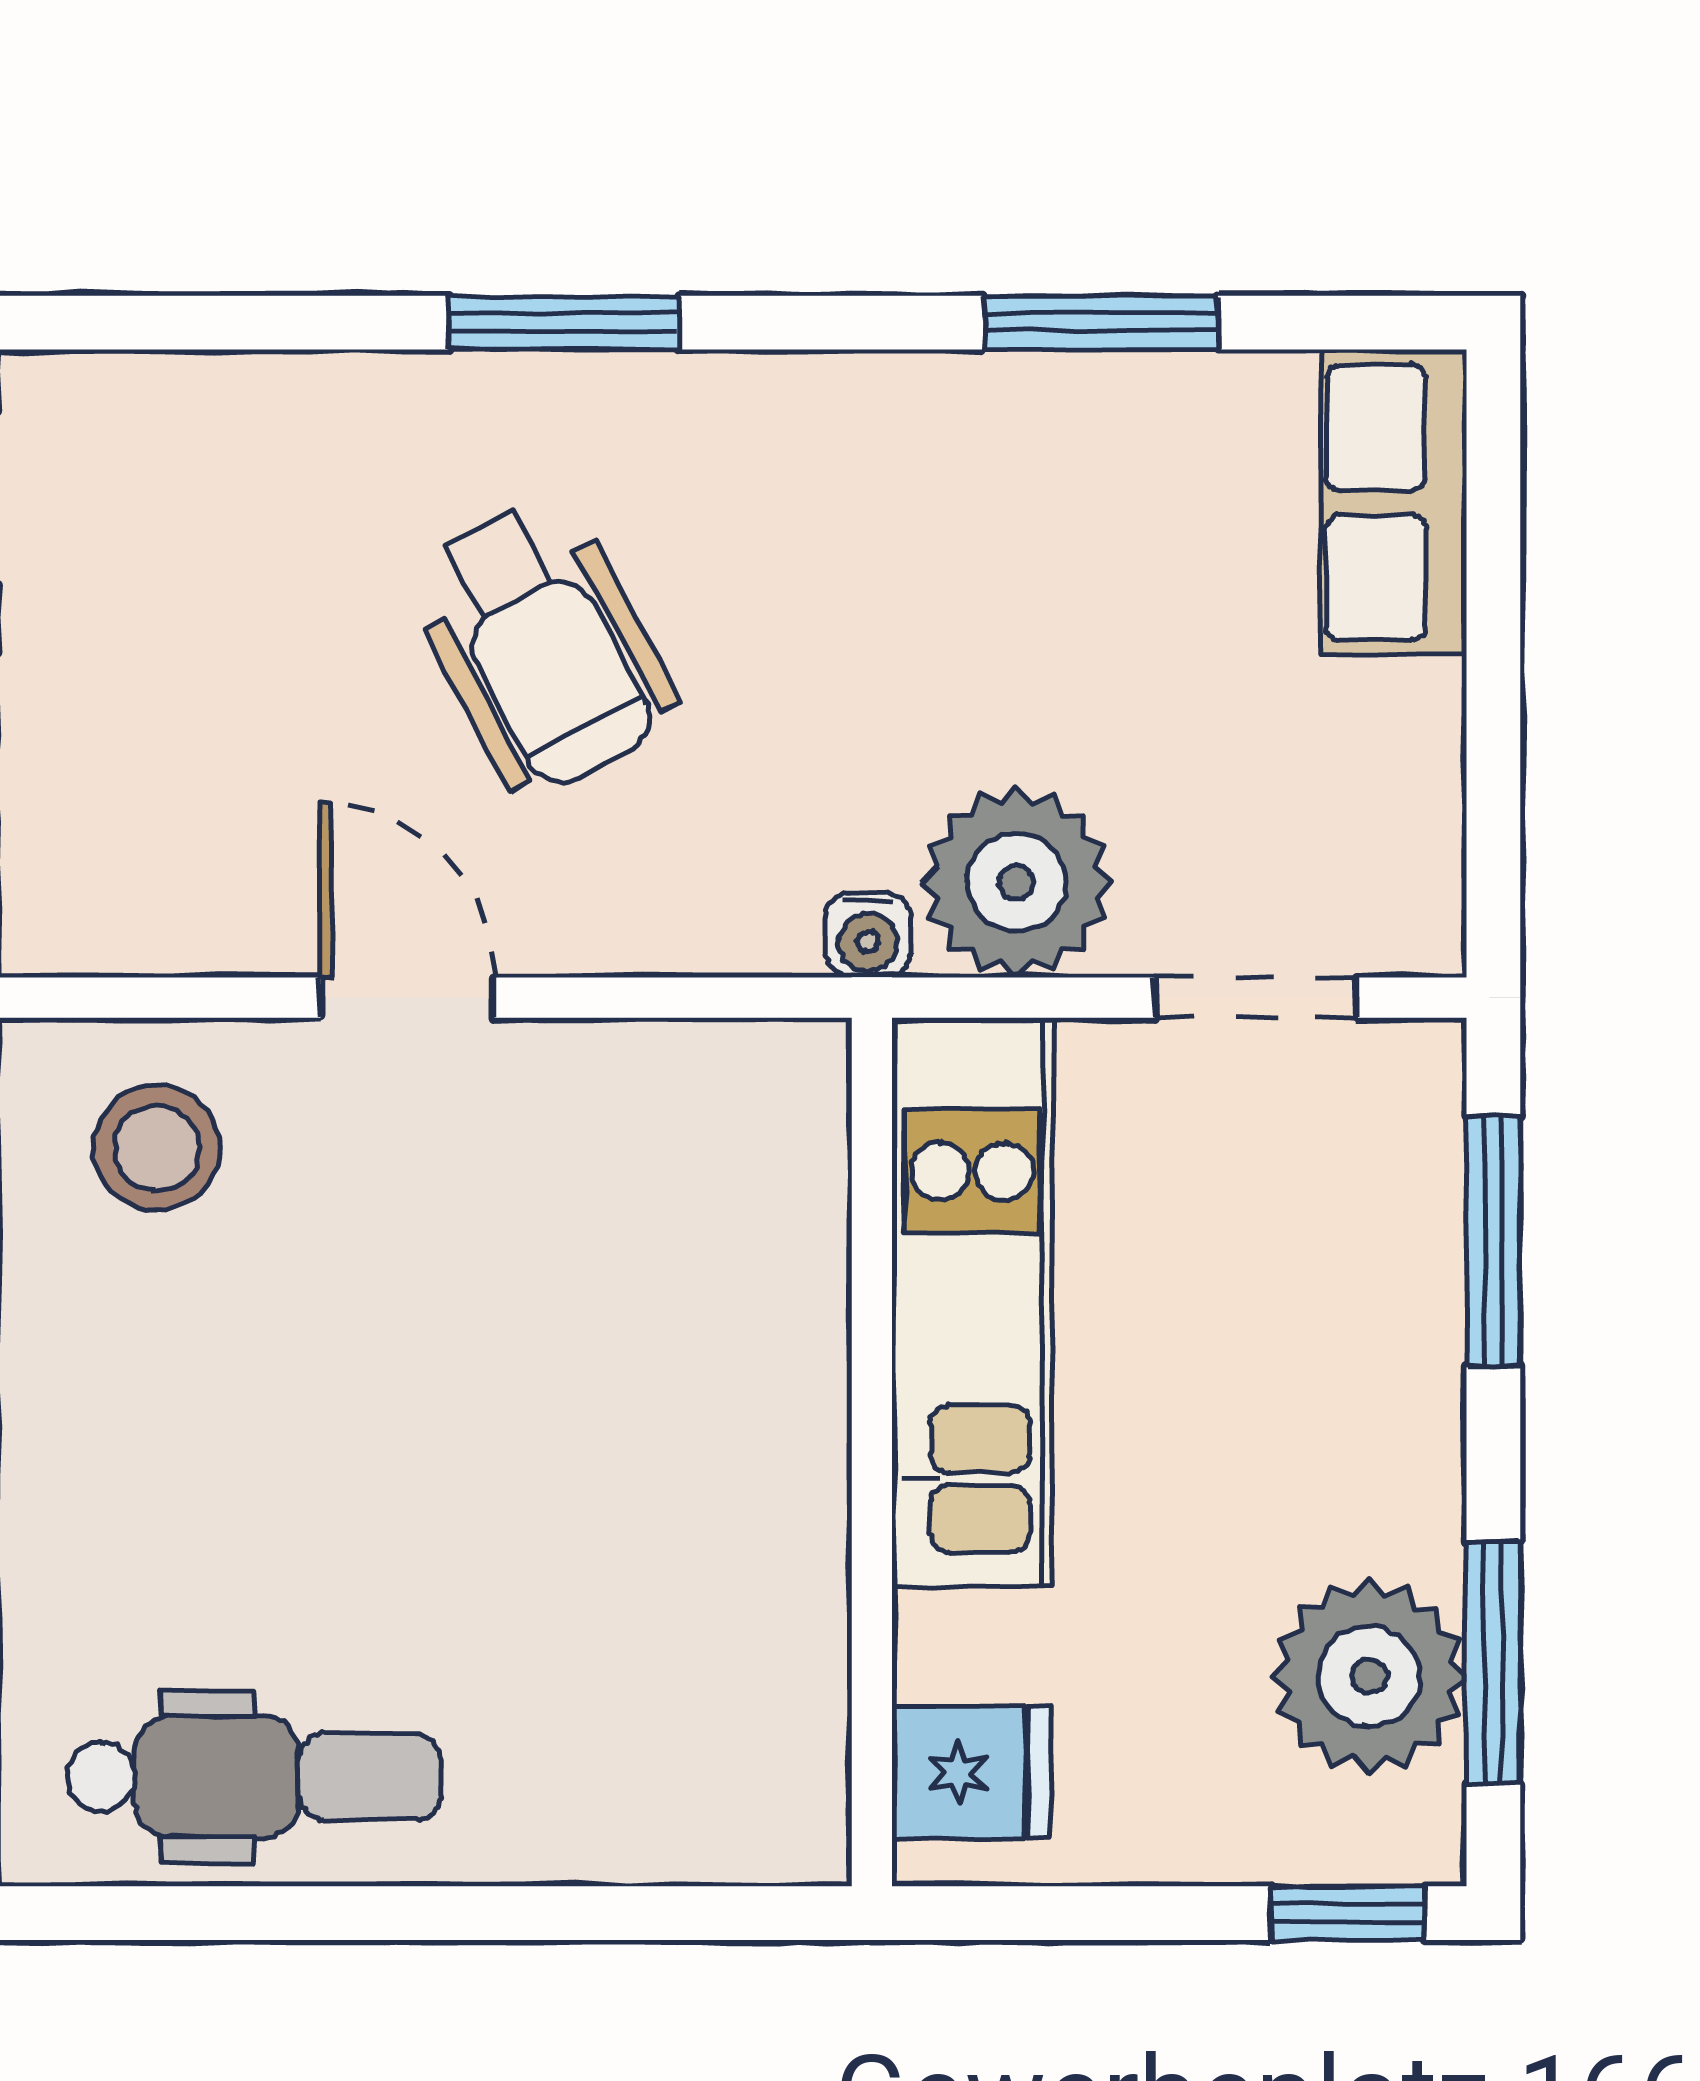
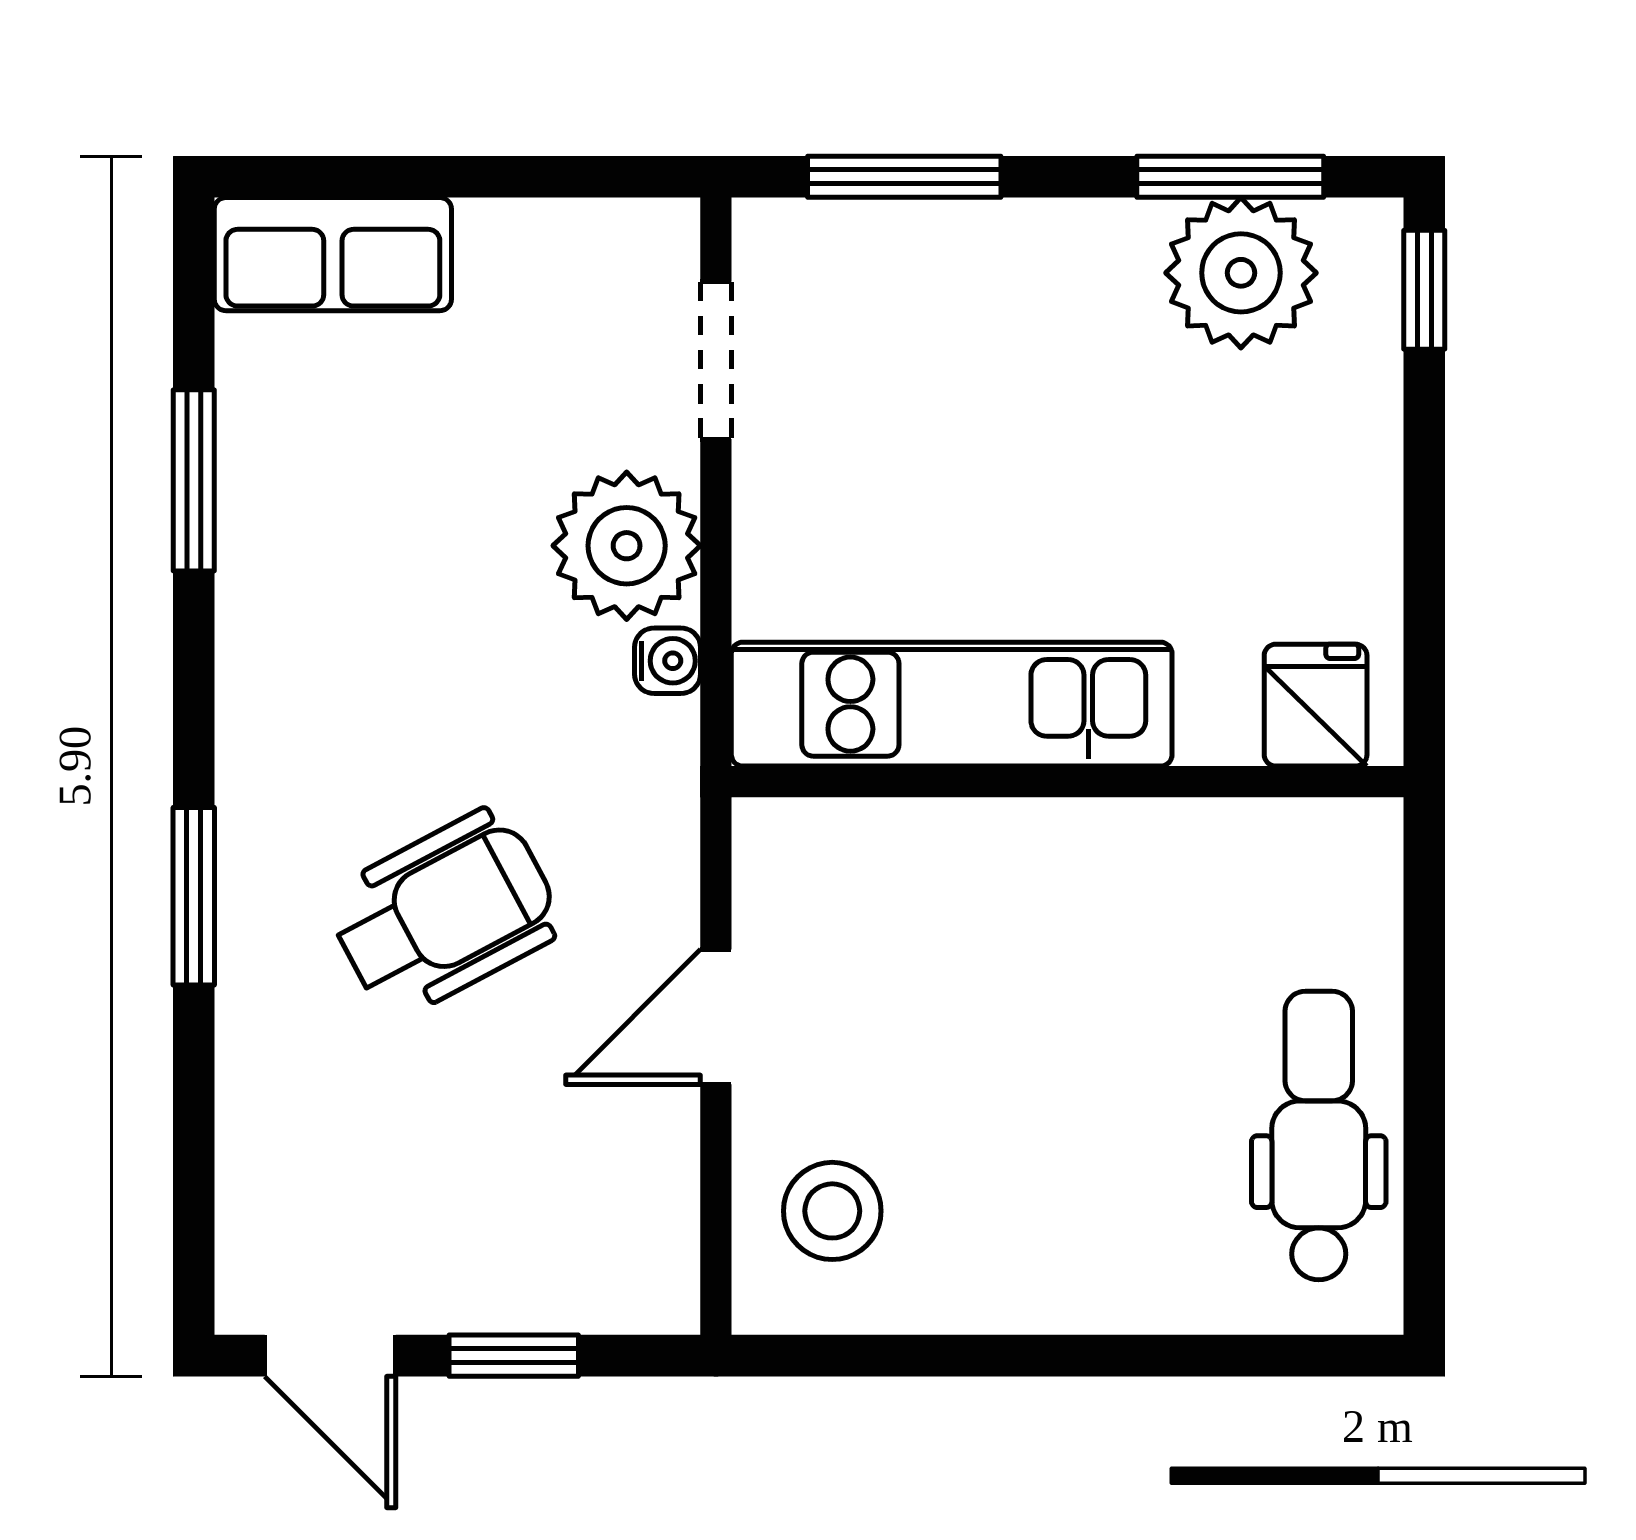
kitchen unit: (972, 1302) -> (952, 704), moved
wall: (872, 1452) -> (1068, 782), moved
fridge: (971, 1773) -> (1316, 705), moved

